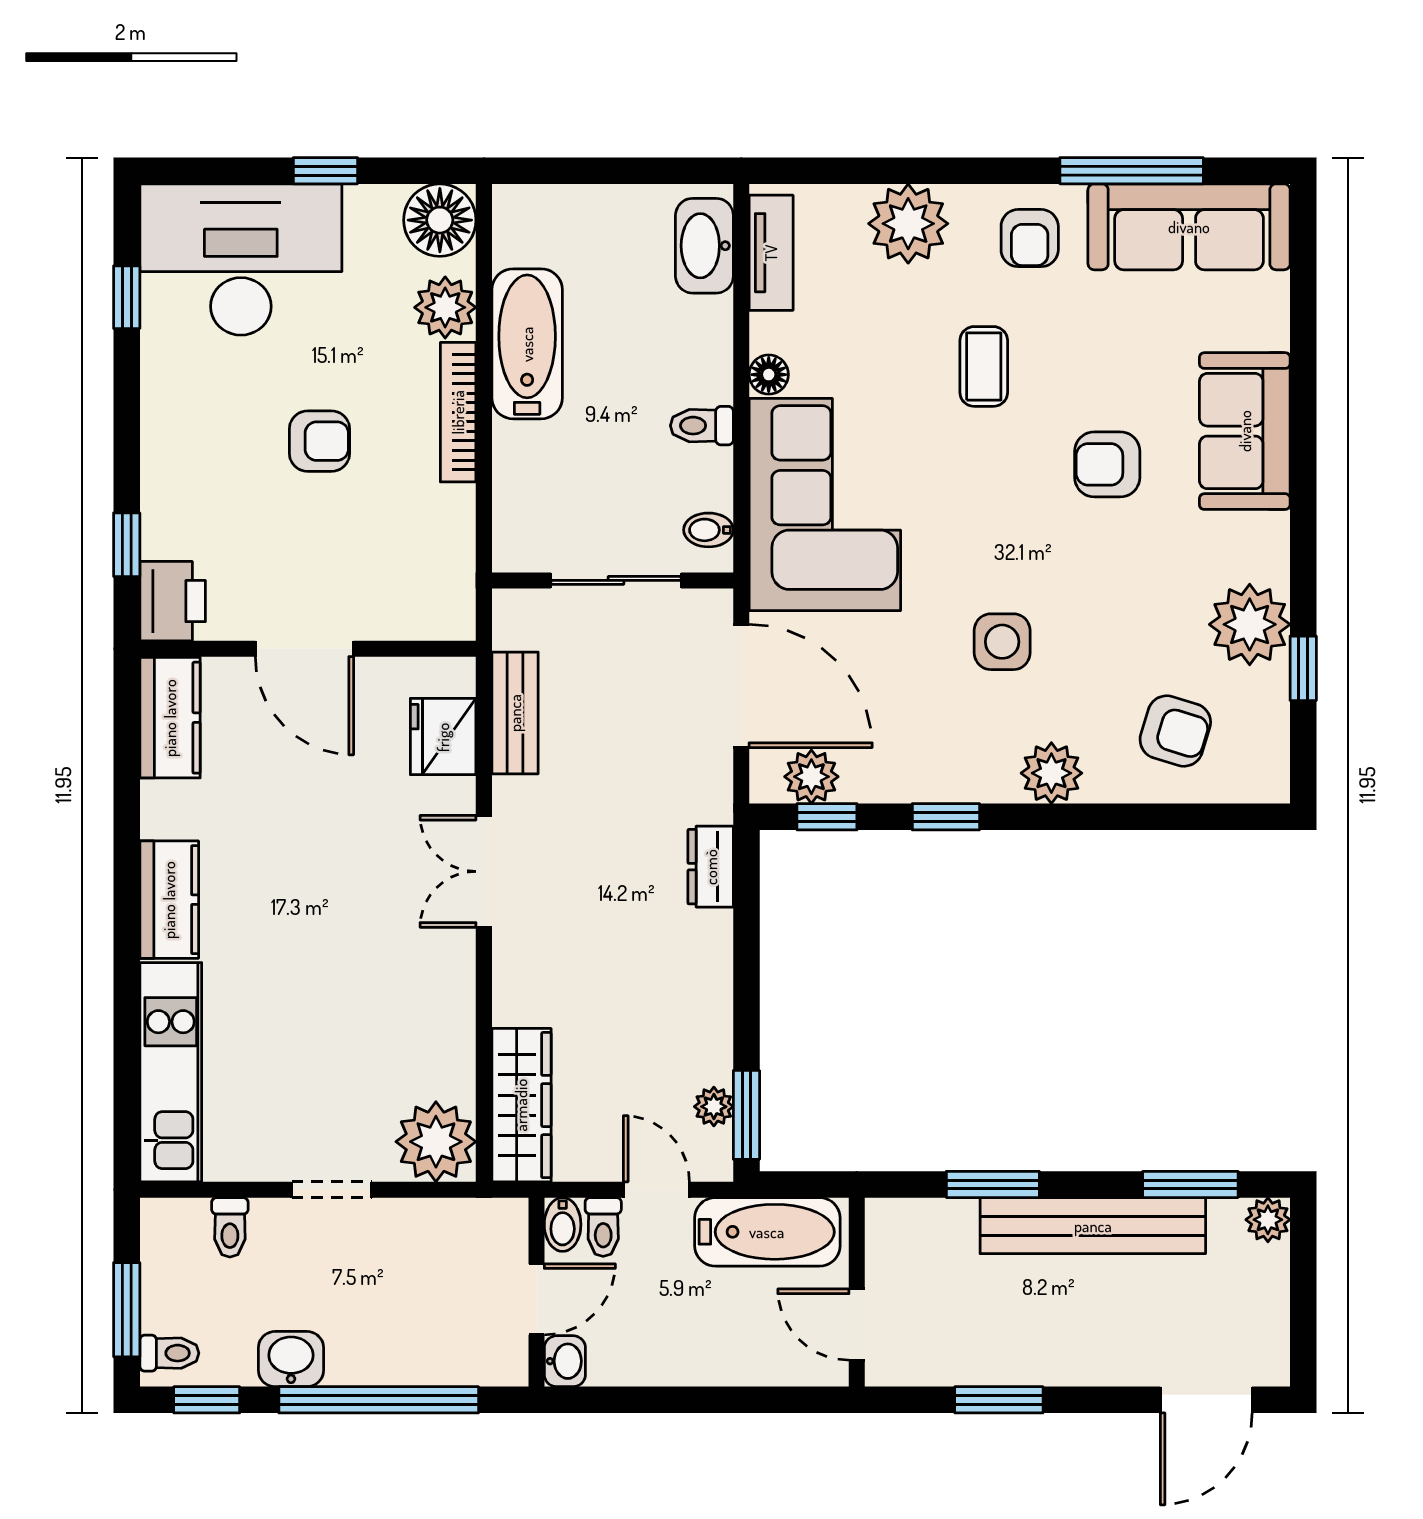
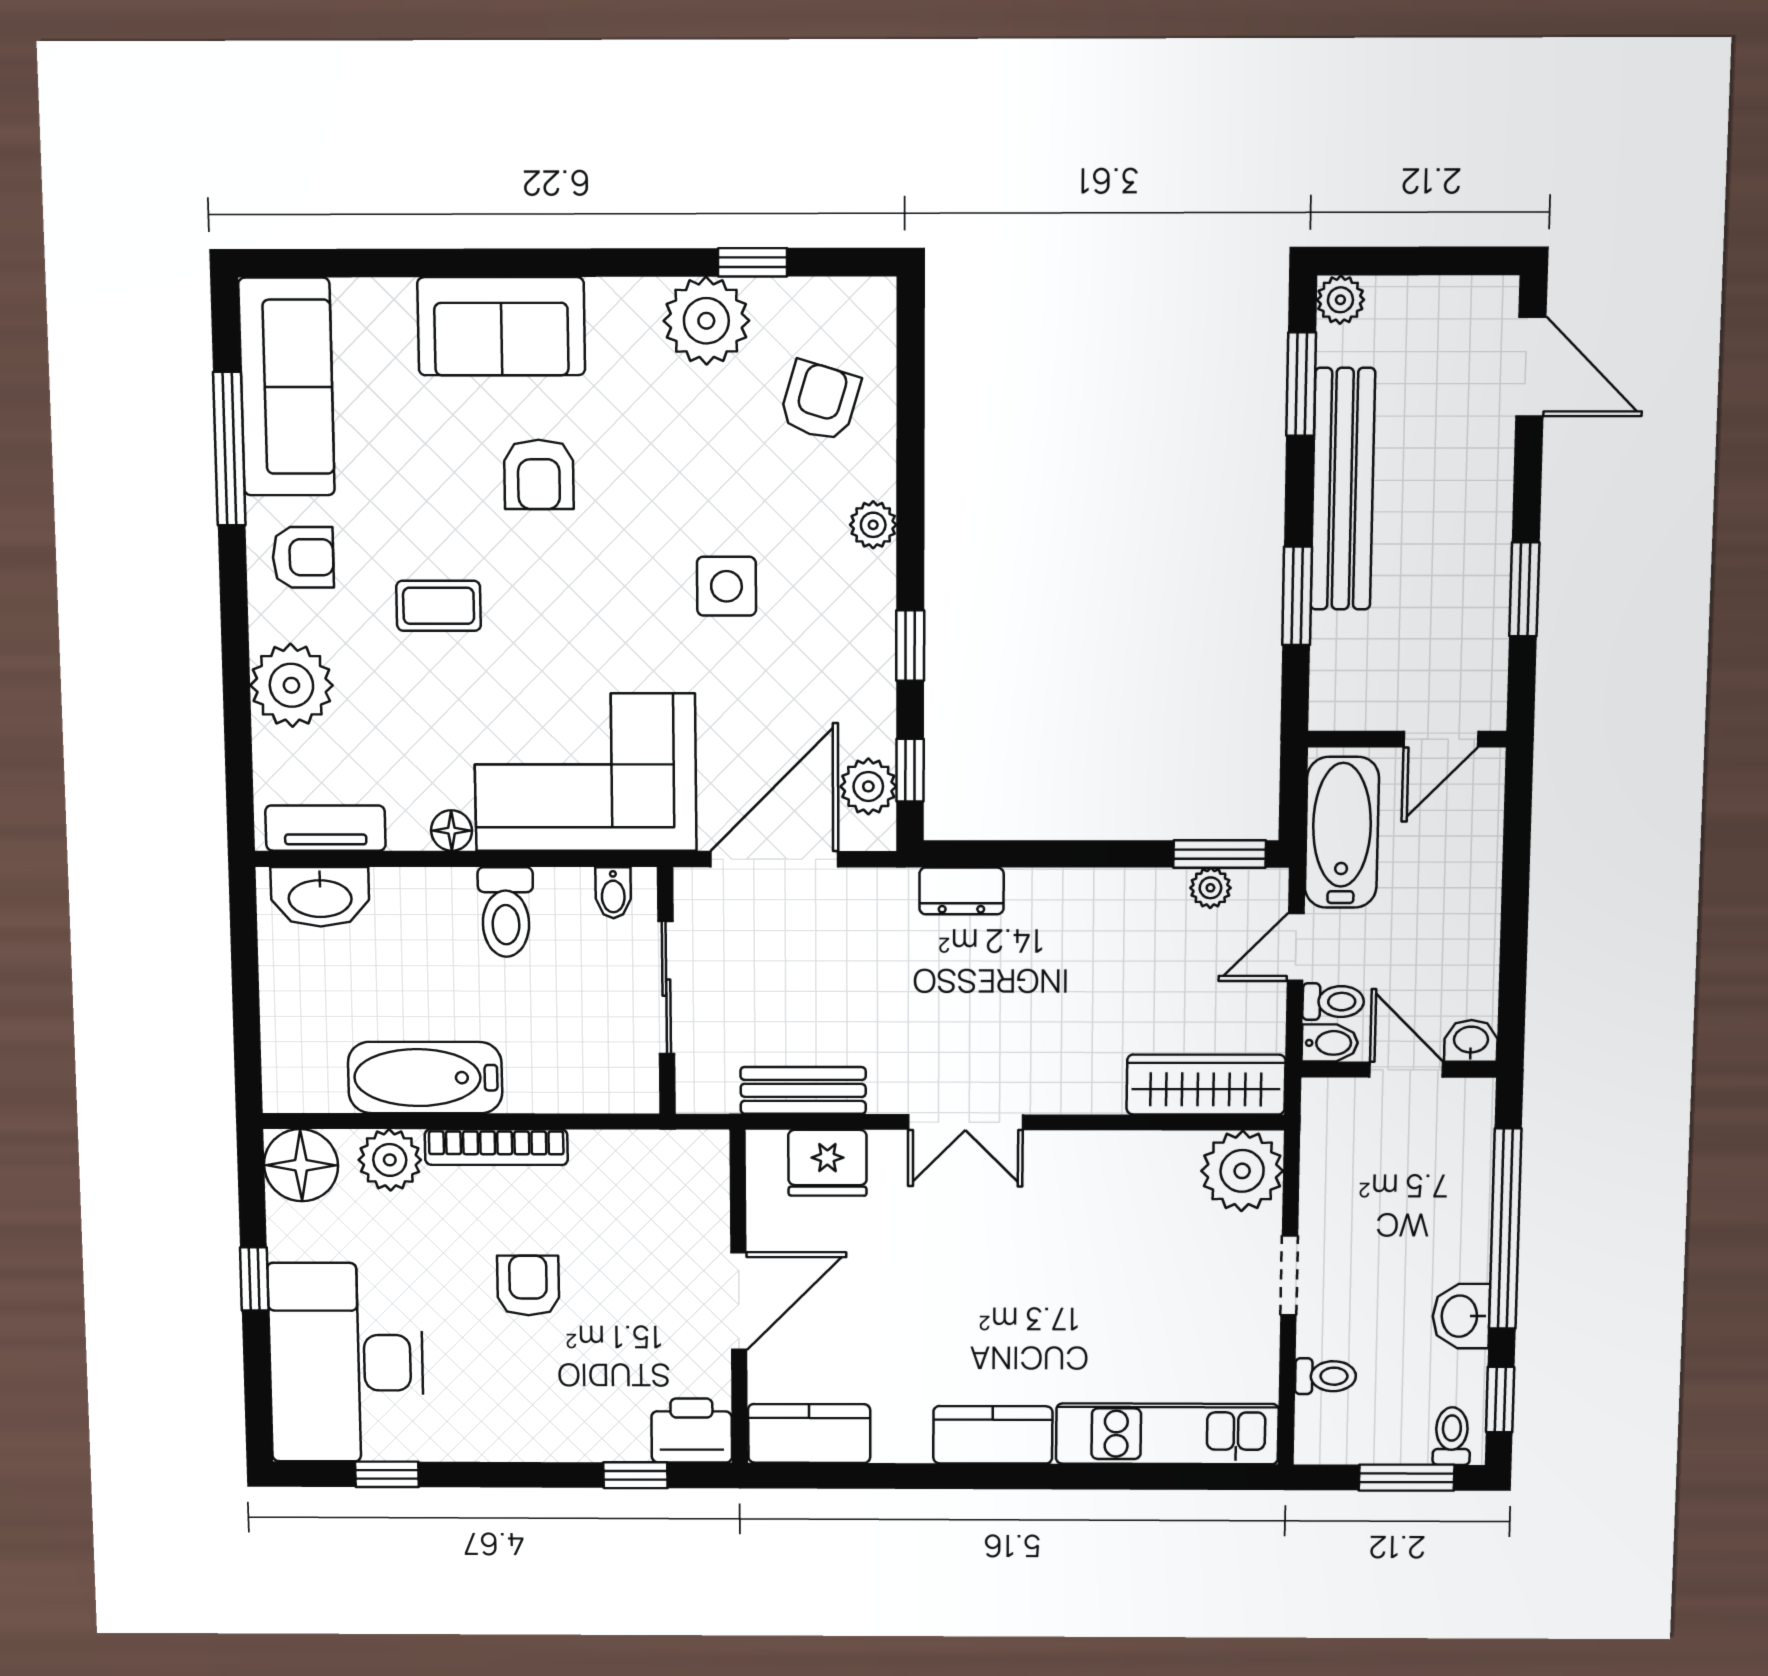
toilet: (702, 426) -> (506, 912), width x1.37, depth x1.39
plant: (1051, 773) -> (873, 525), width x0.73, depth x0.73

